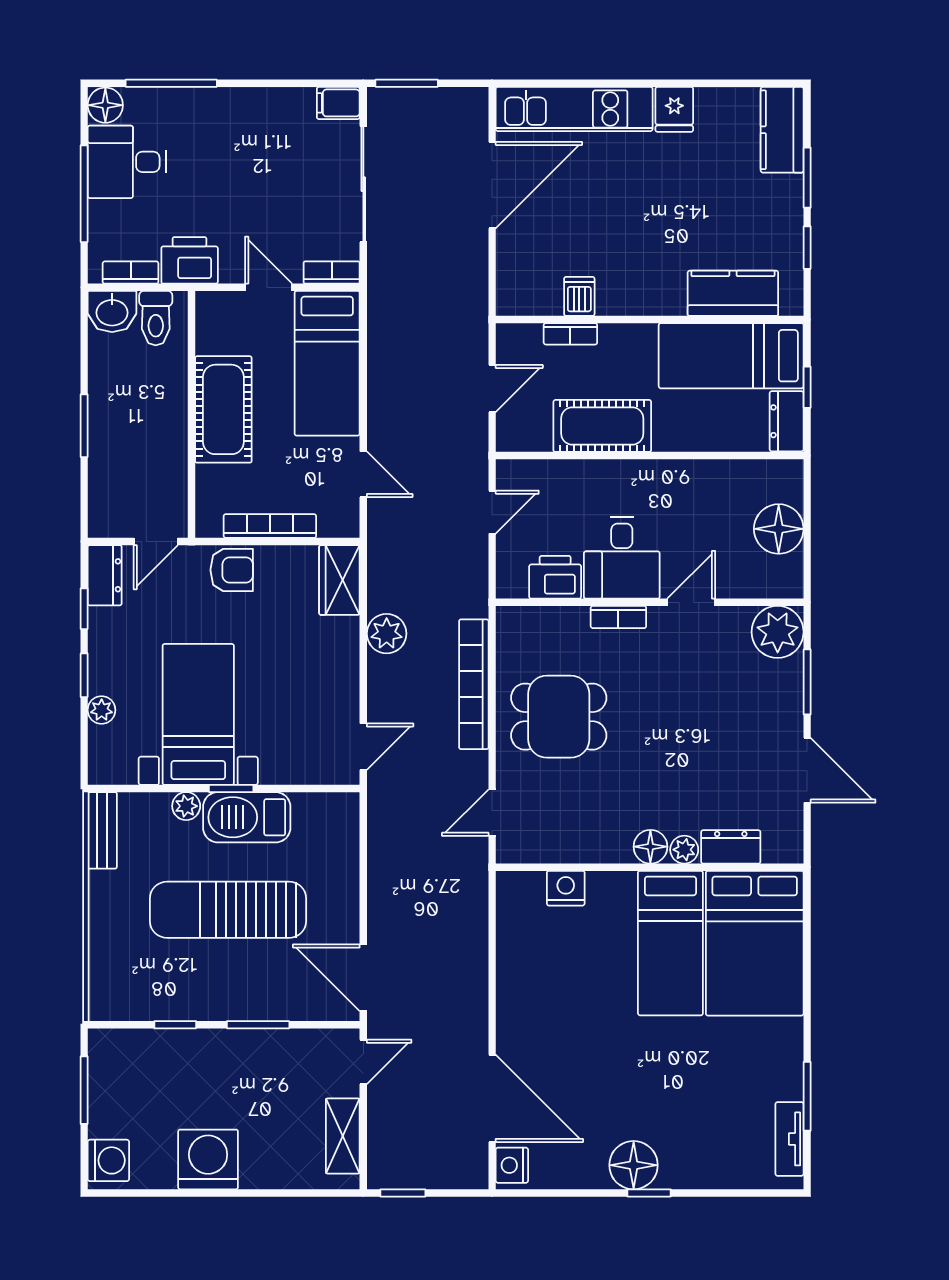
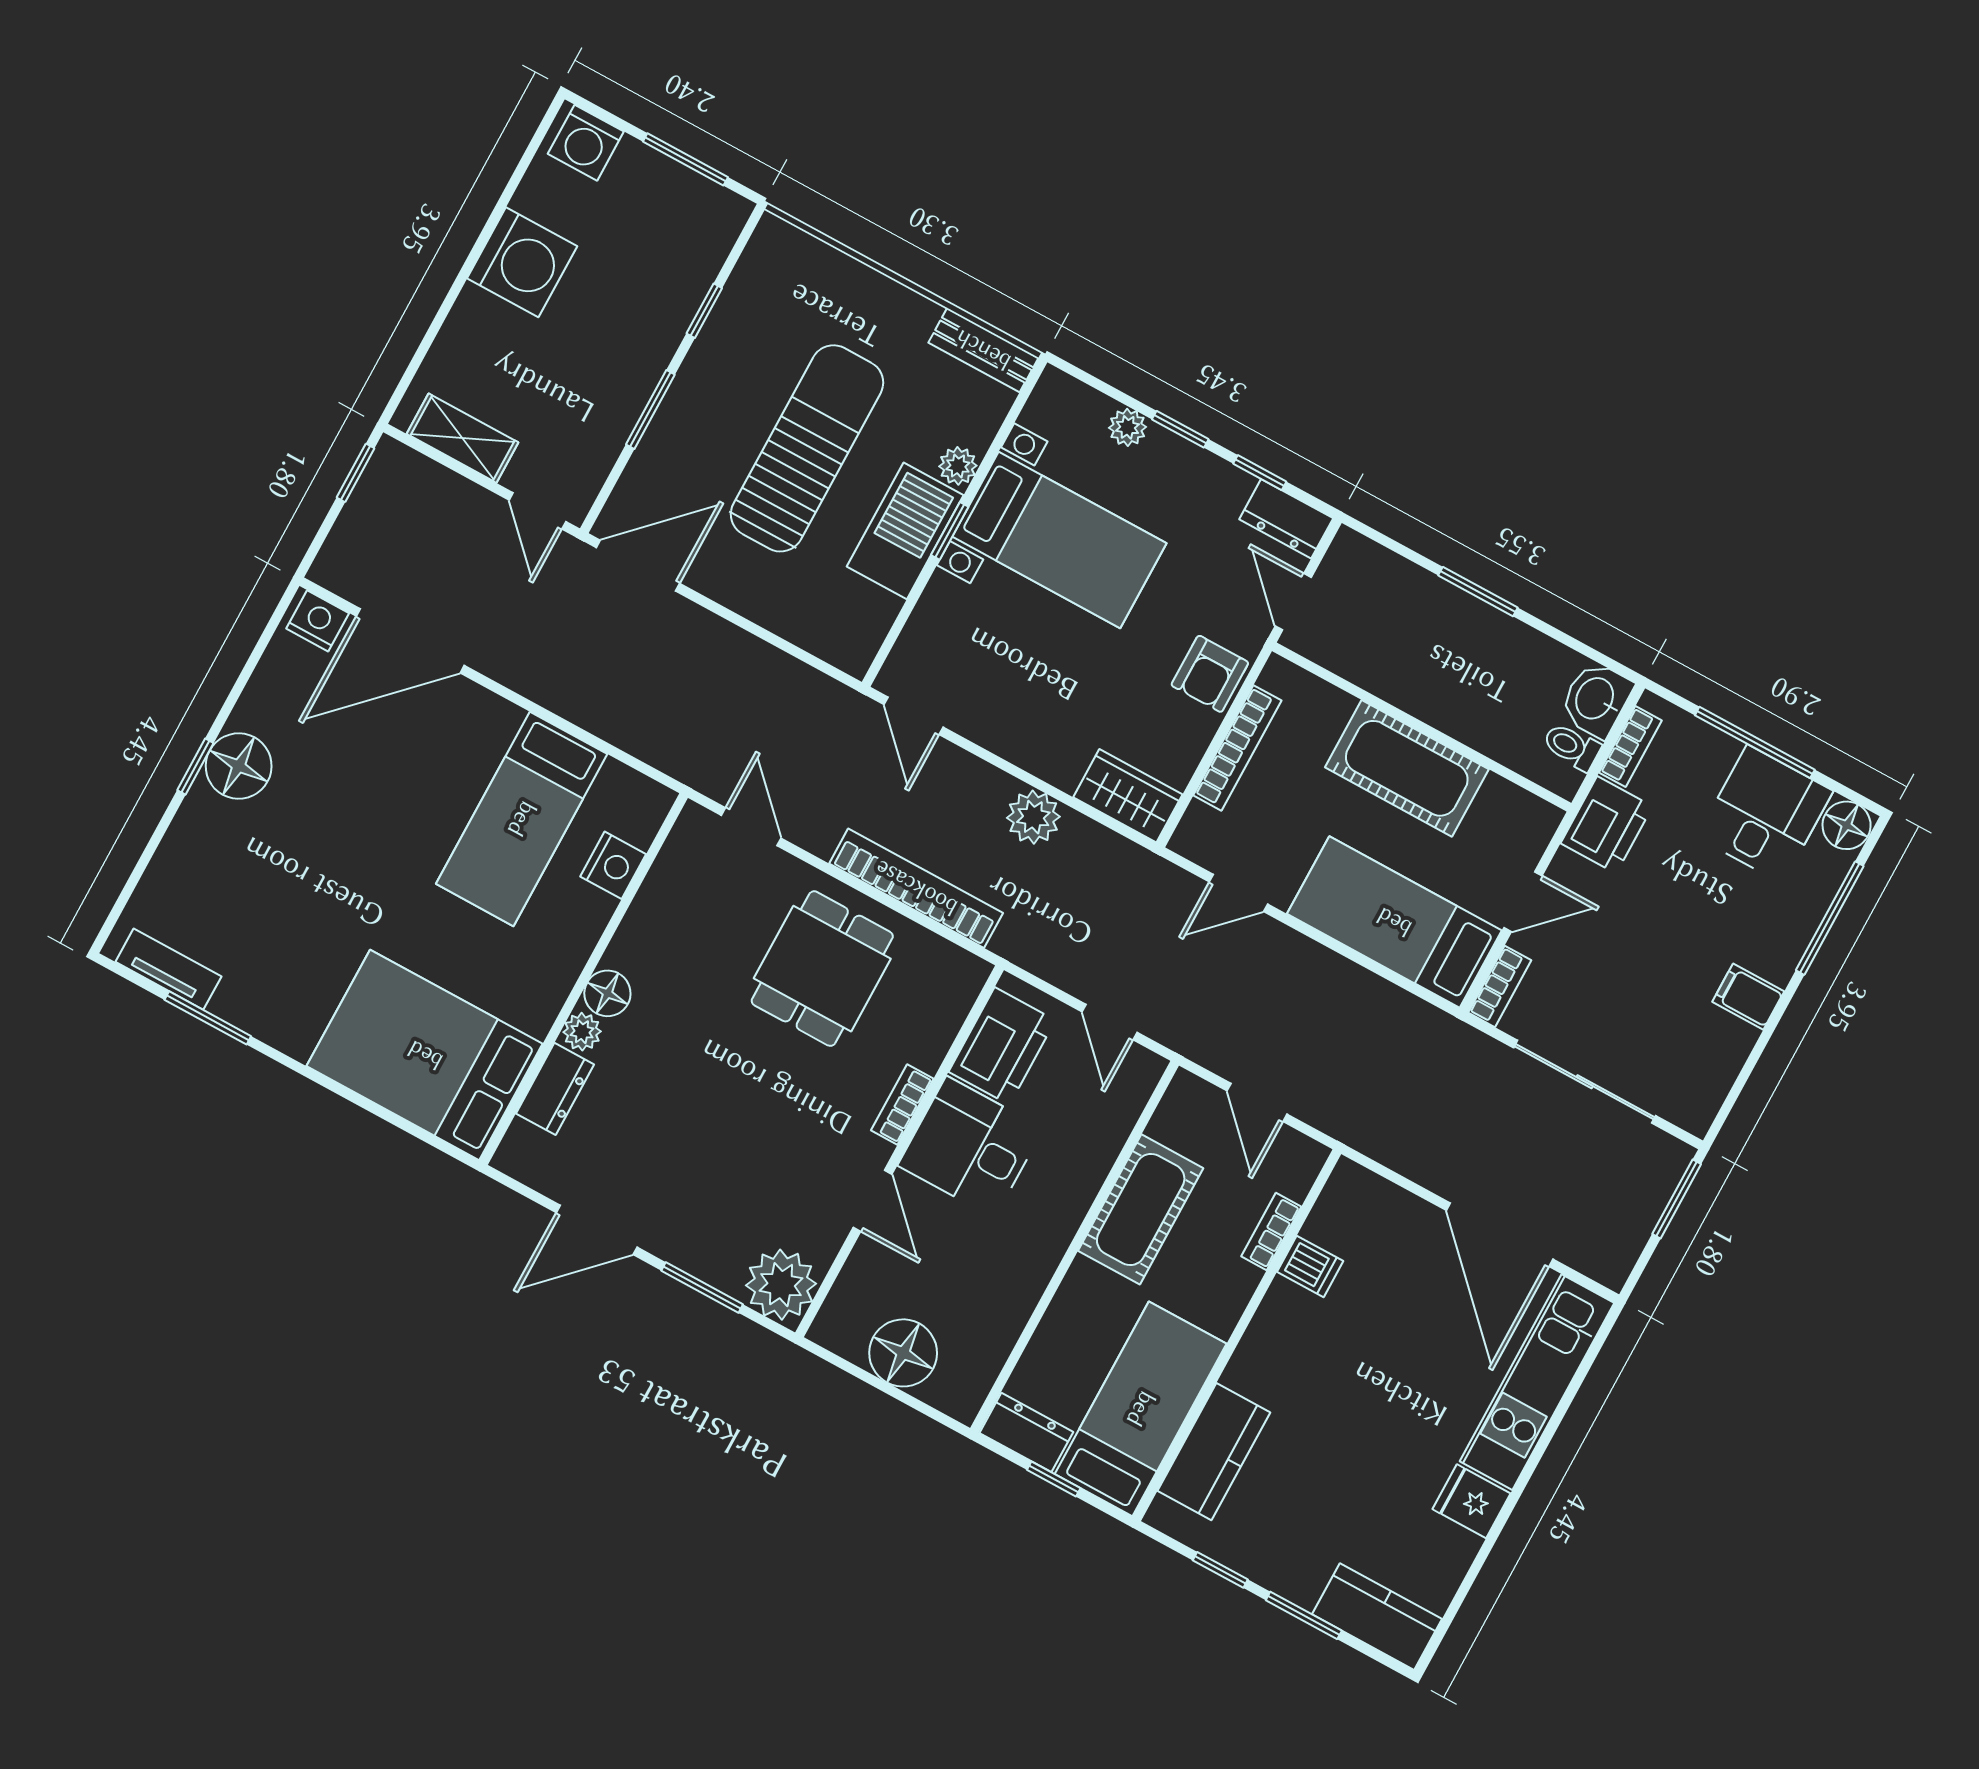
filing cabinet: (338, 103) -> (1748, 997), moved, turned -90
toilet: (156, 318) -> (1572, 747), width x0.73, depth x0.72
printer: (555, 577) -> (1002, 1046), width x1.37, depth x1.19
bed: (670, 943) -> (522, 819), moved, turned -90

